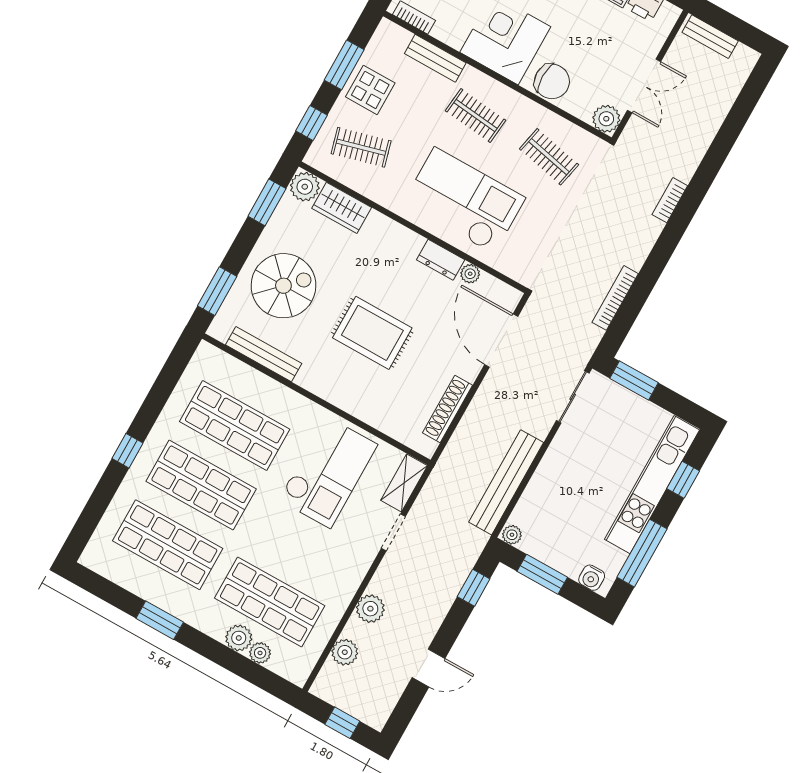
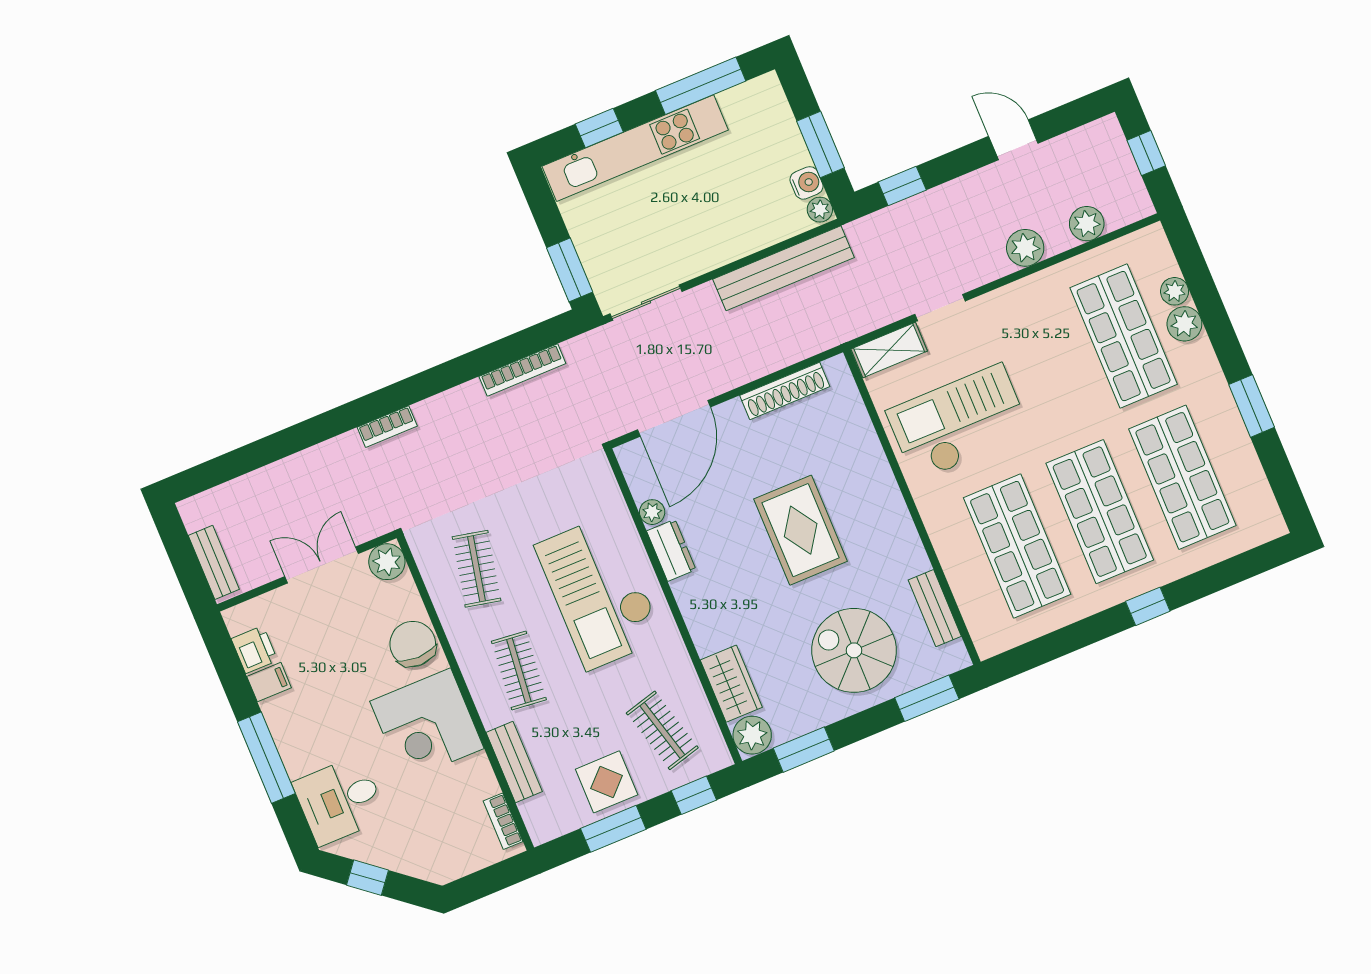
bench: (264, 354) -> (935, 608), width x0.73
water cooler: (592, 578) -> (807, 183), moved

